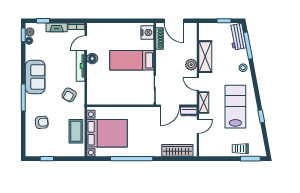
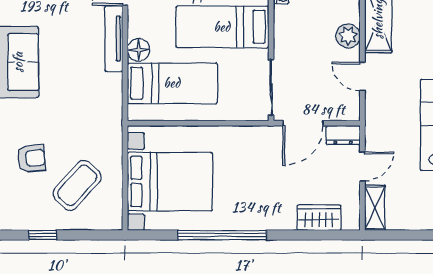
floor lamp: (92, 59) -> (139, 50), moved
bed: (108, 87) -> (172, 83), added
armchair: (69, 95) -> (90, 100), removed
shelving: (204, 102) -> (375, 208), moved
coffee table: (76, 131) -> (77, 185), moved, turned 42
wardrobe: (177, 150) -> (319, 218), width x0.67

